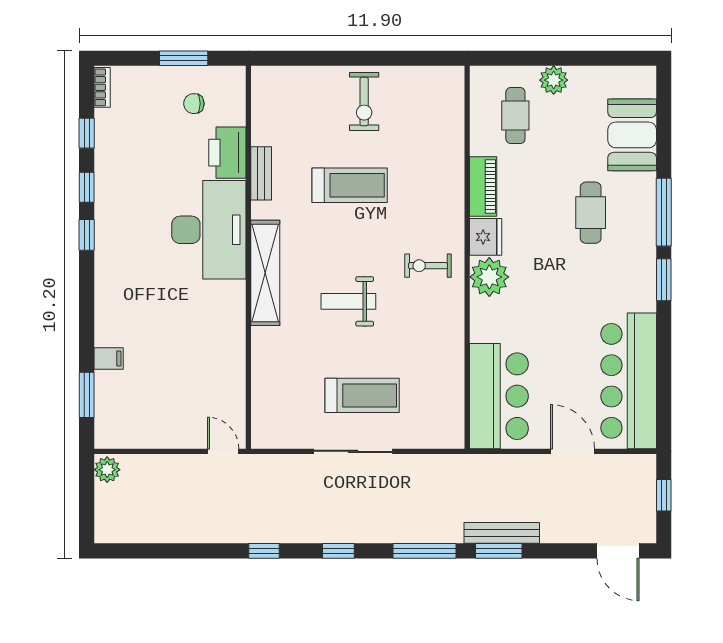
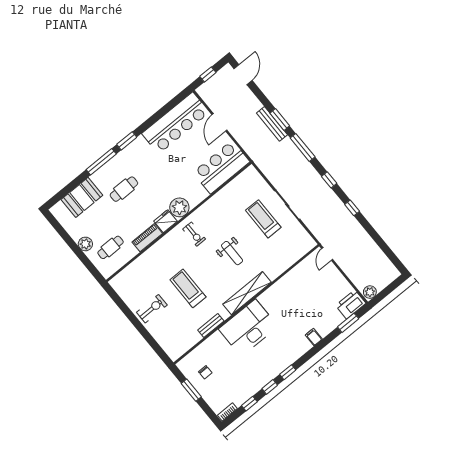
printer: (227, 153) -> (351, 304), moved, turned 180
filing cabinet: (109, 358) -> (314, 337), moved

